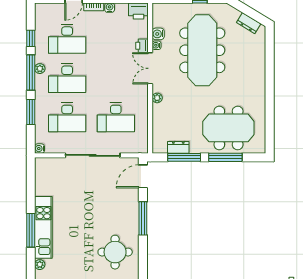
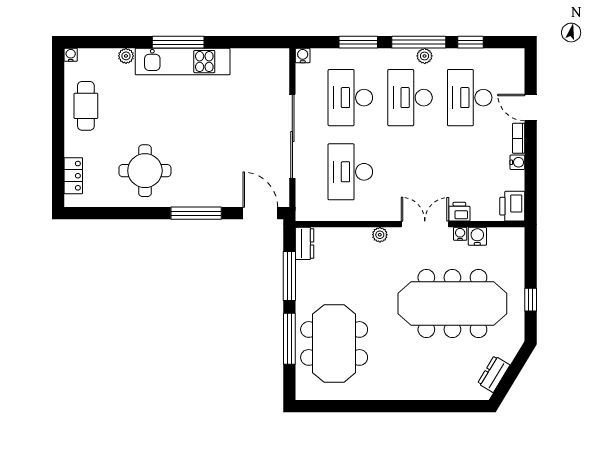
dresser: (178, 147) -> (305, 243), moved

